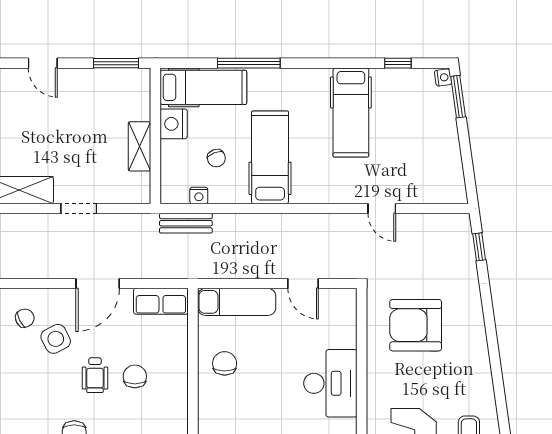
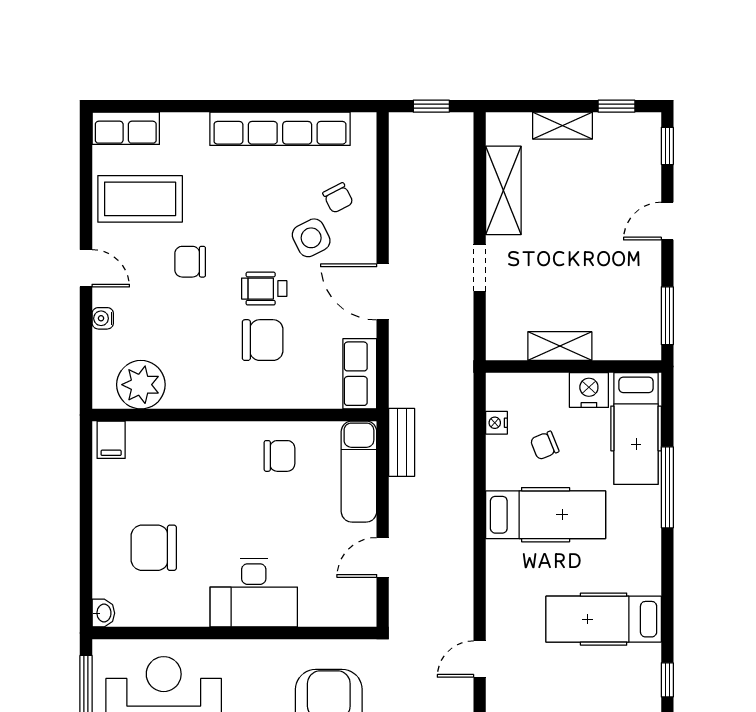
bench: (186, 223) -> (402, 442), moved
chair: (135, 376) -> (263, 340), width x1.37, depth x1.37

